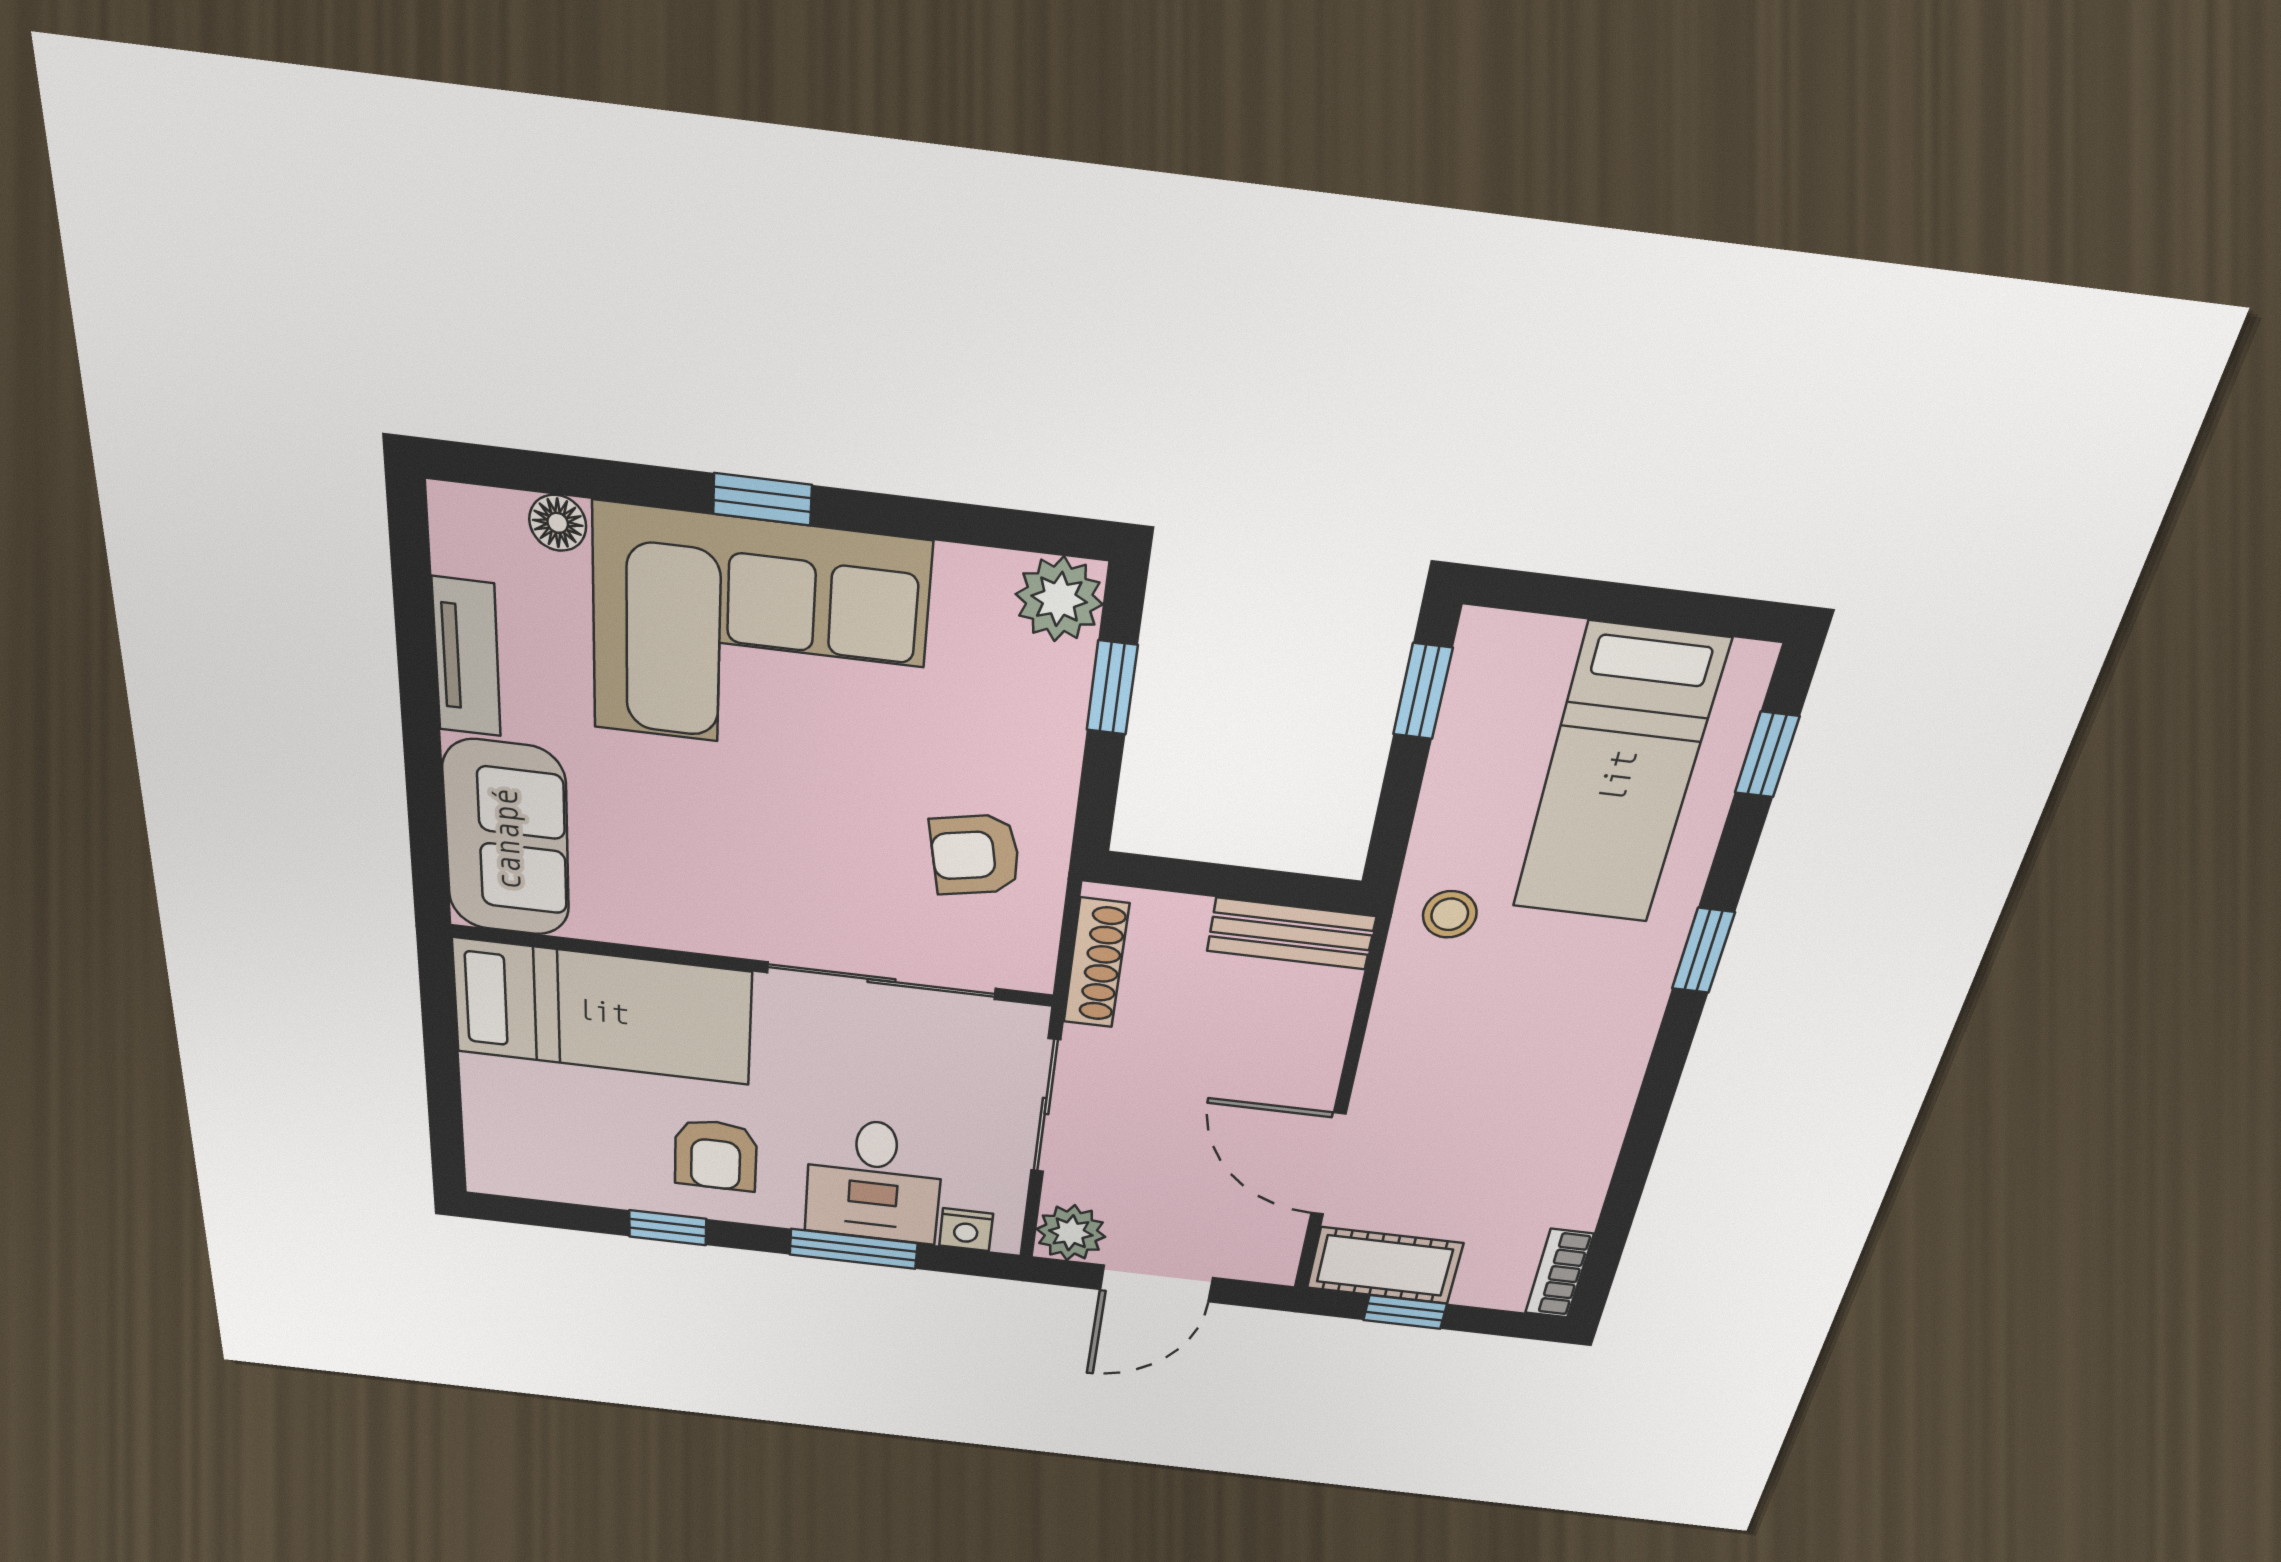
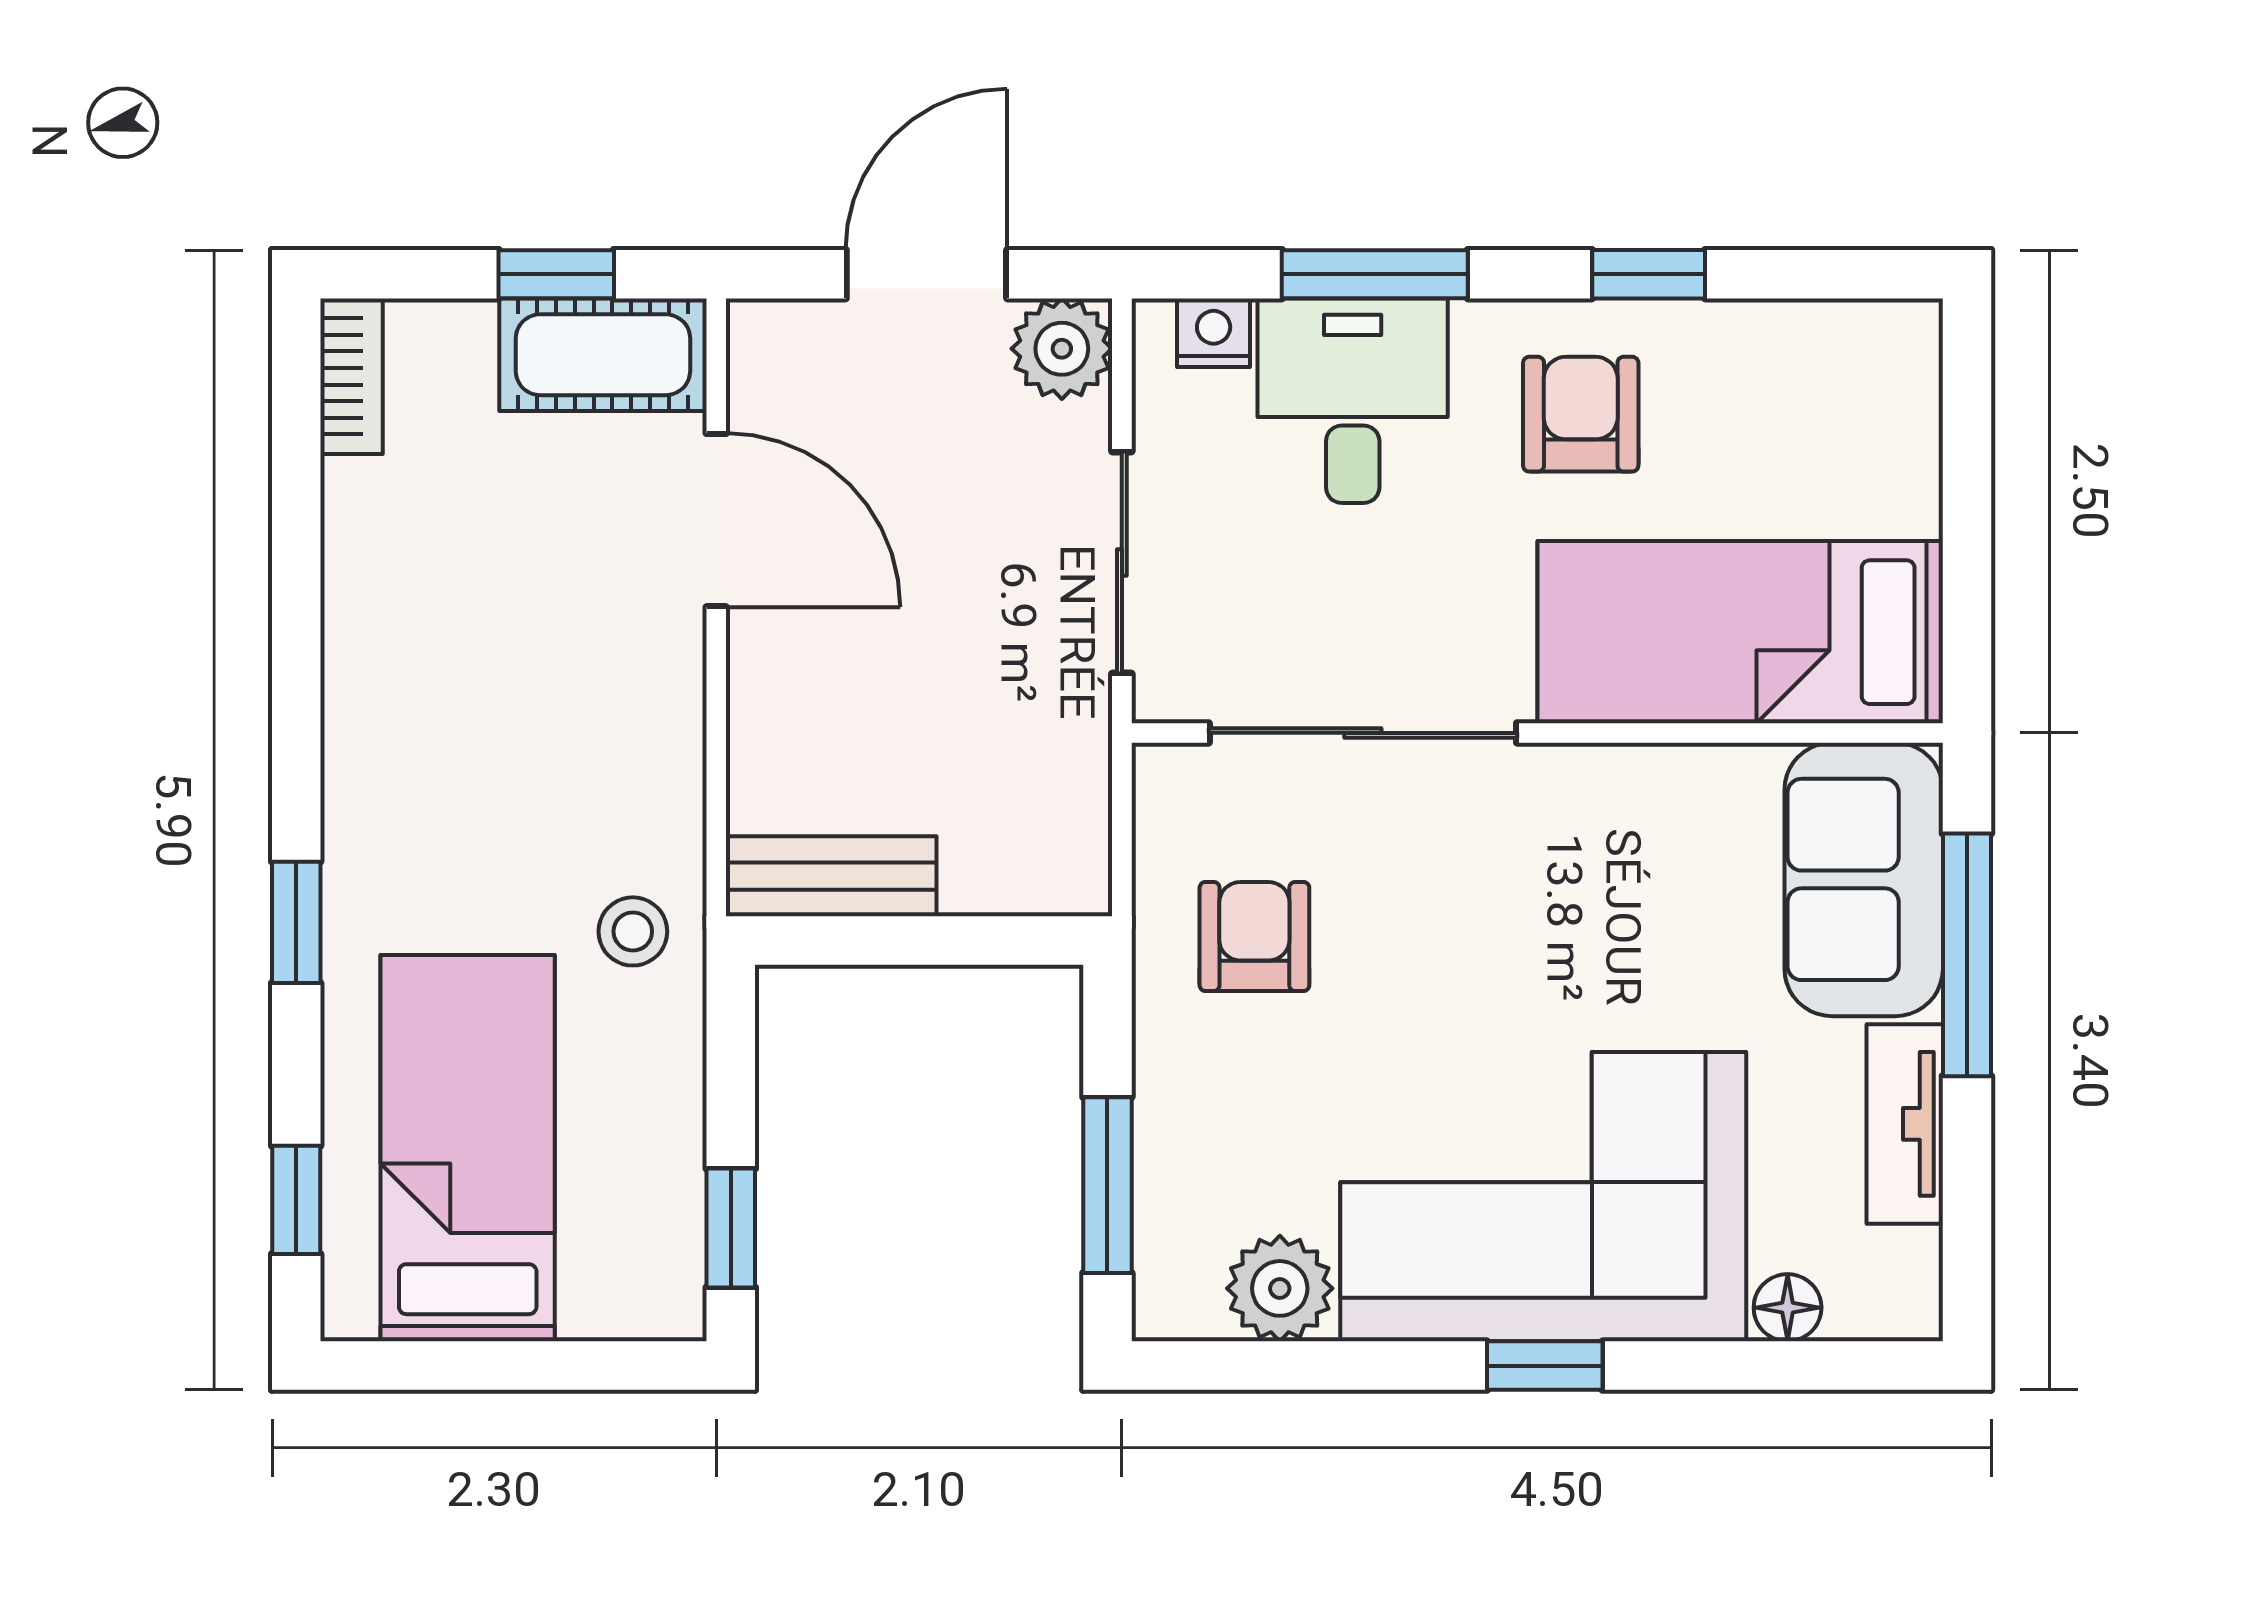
plant: (1059, 599) -> (1280, 1288), moved
window: (1112, 688) -> (1107, 1185), width x1.50
window: (424, 777) -> (1967, 955), added
armchair: (975, 855) -> (1254, 936), turned -79
shoe rack: (1096, 963) -> (1080, 798), removed

